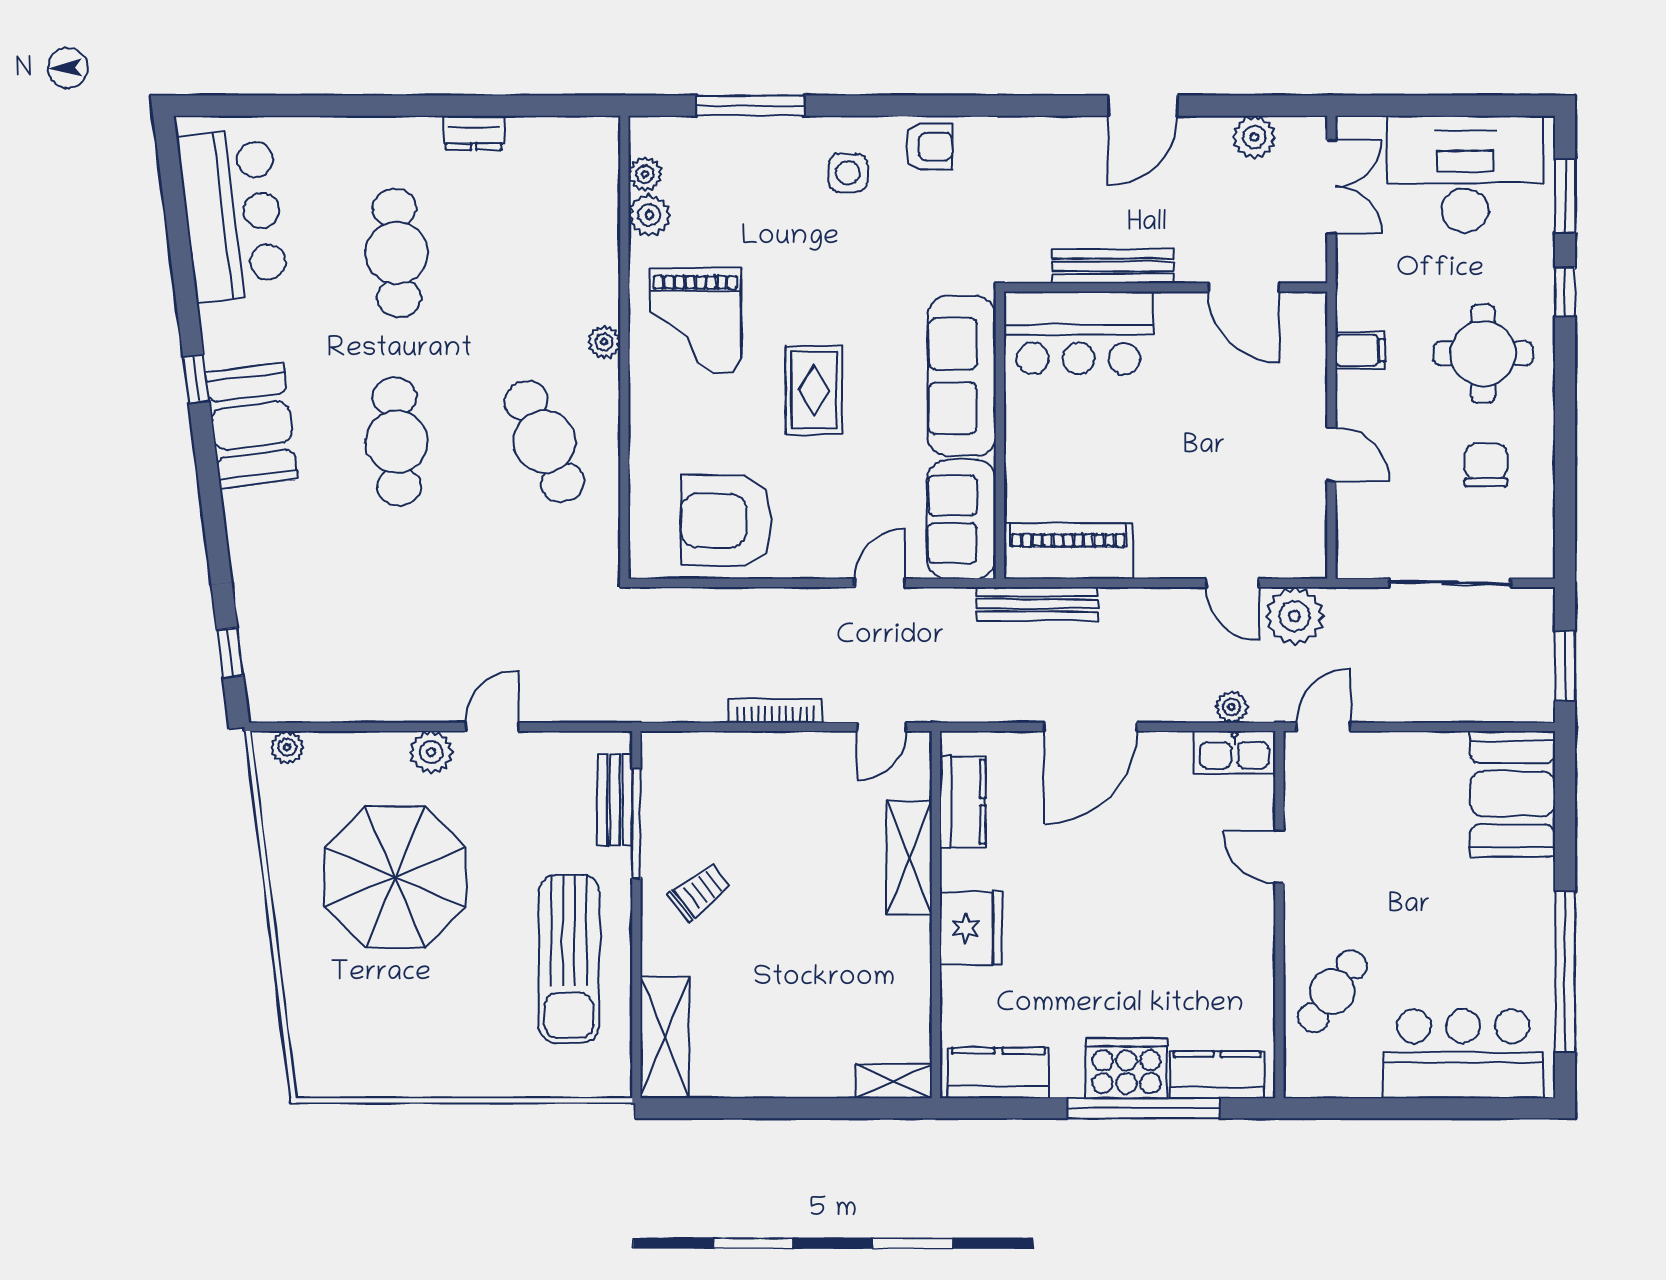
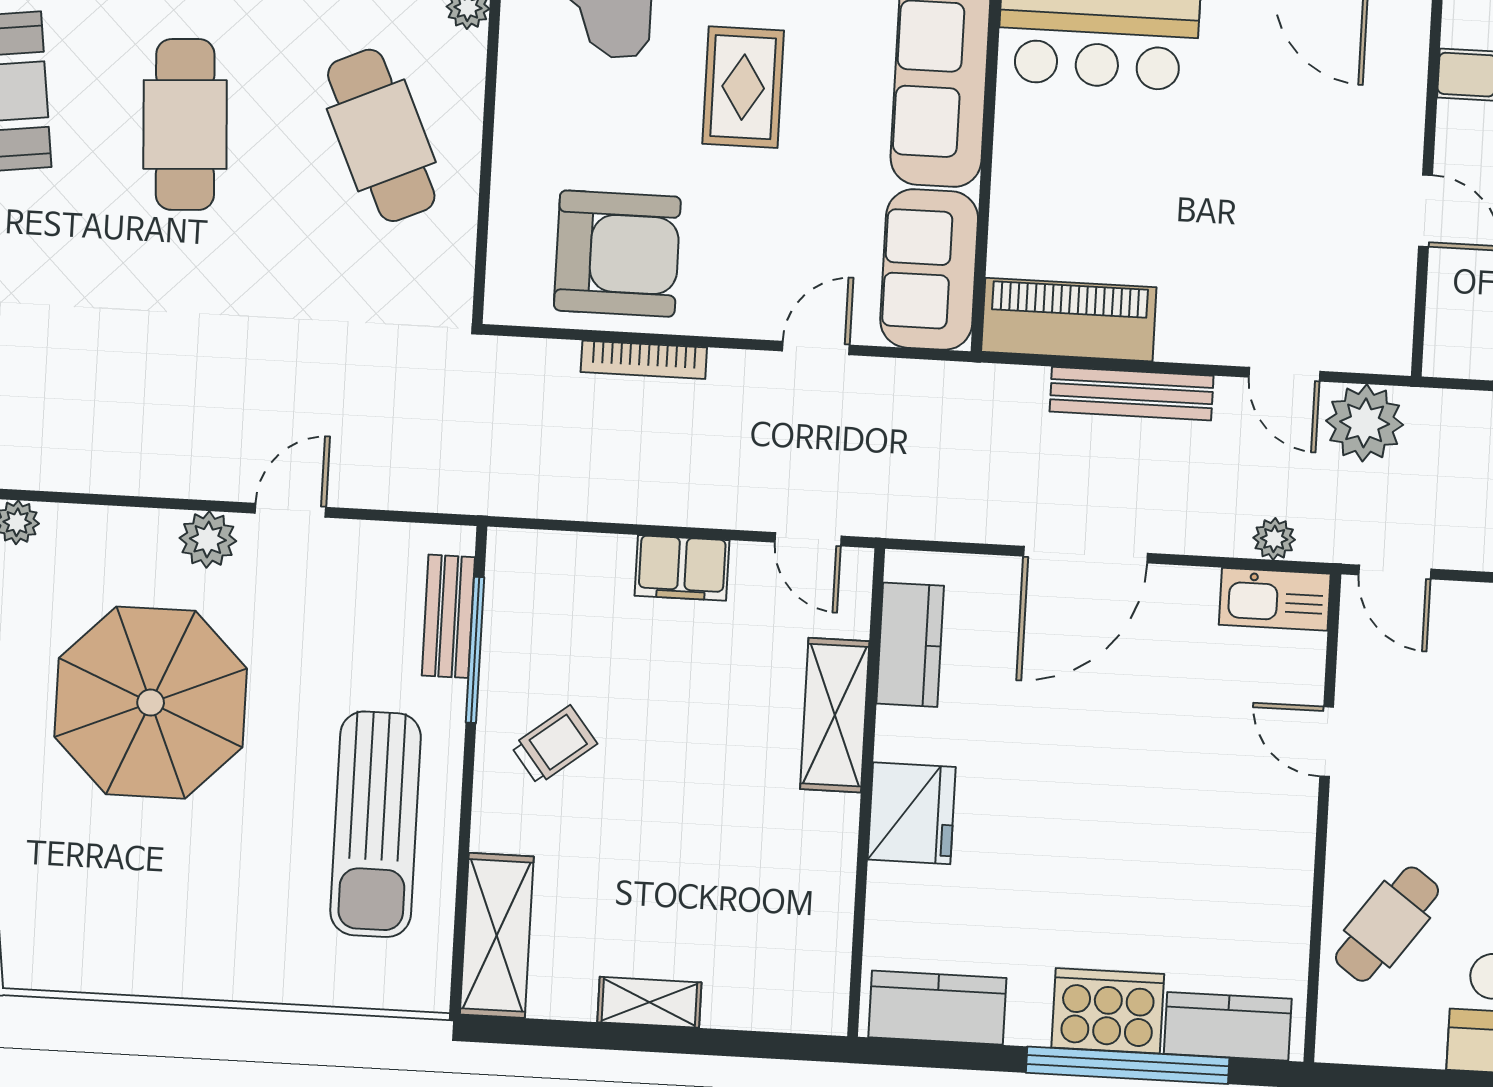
armchair: (726, 520) -> (617, 254), turned 180
bench: (1037, 604) -> (1132, 394), moved
bookcase: (776, 711) -> (644, 360), moved, turned 180
door: (882, 727) -> (808, 539), hinge flipped
door: (1323, 727) -> (1395, 572), swing flipped
filing cabinet: (788, 754) -> (682, 568), added
shelving: (894, 1081) -> (649, 1002), moved

